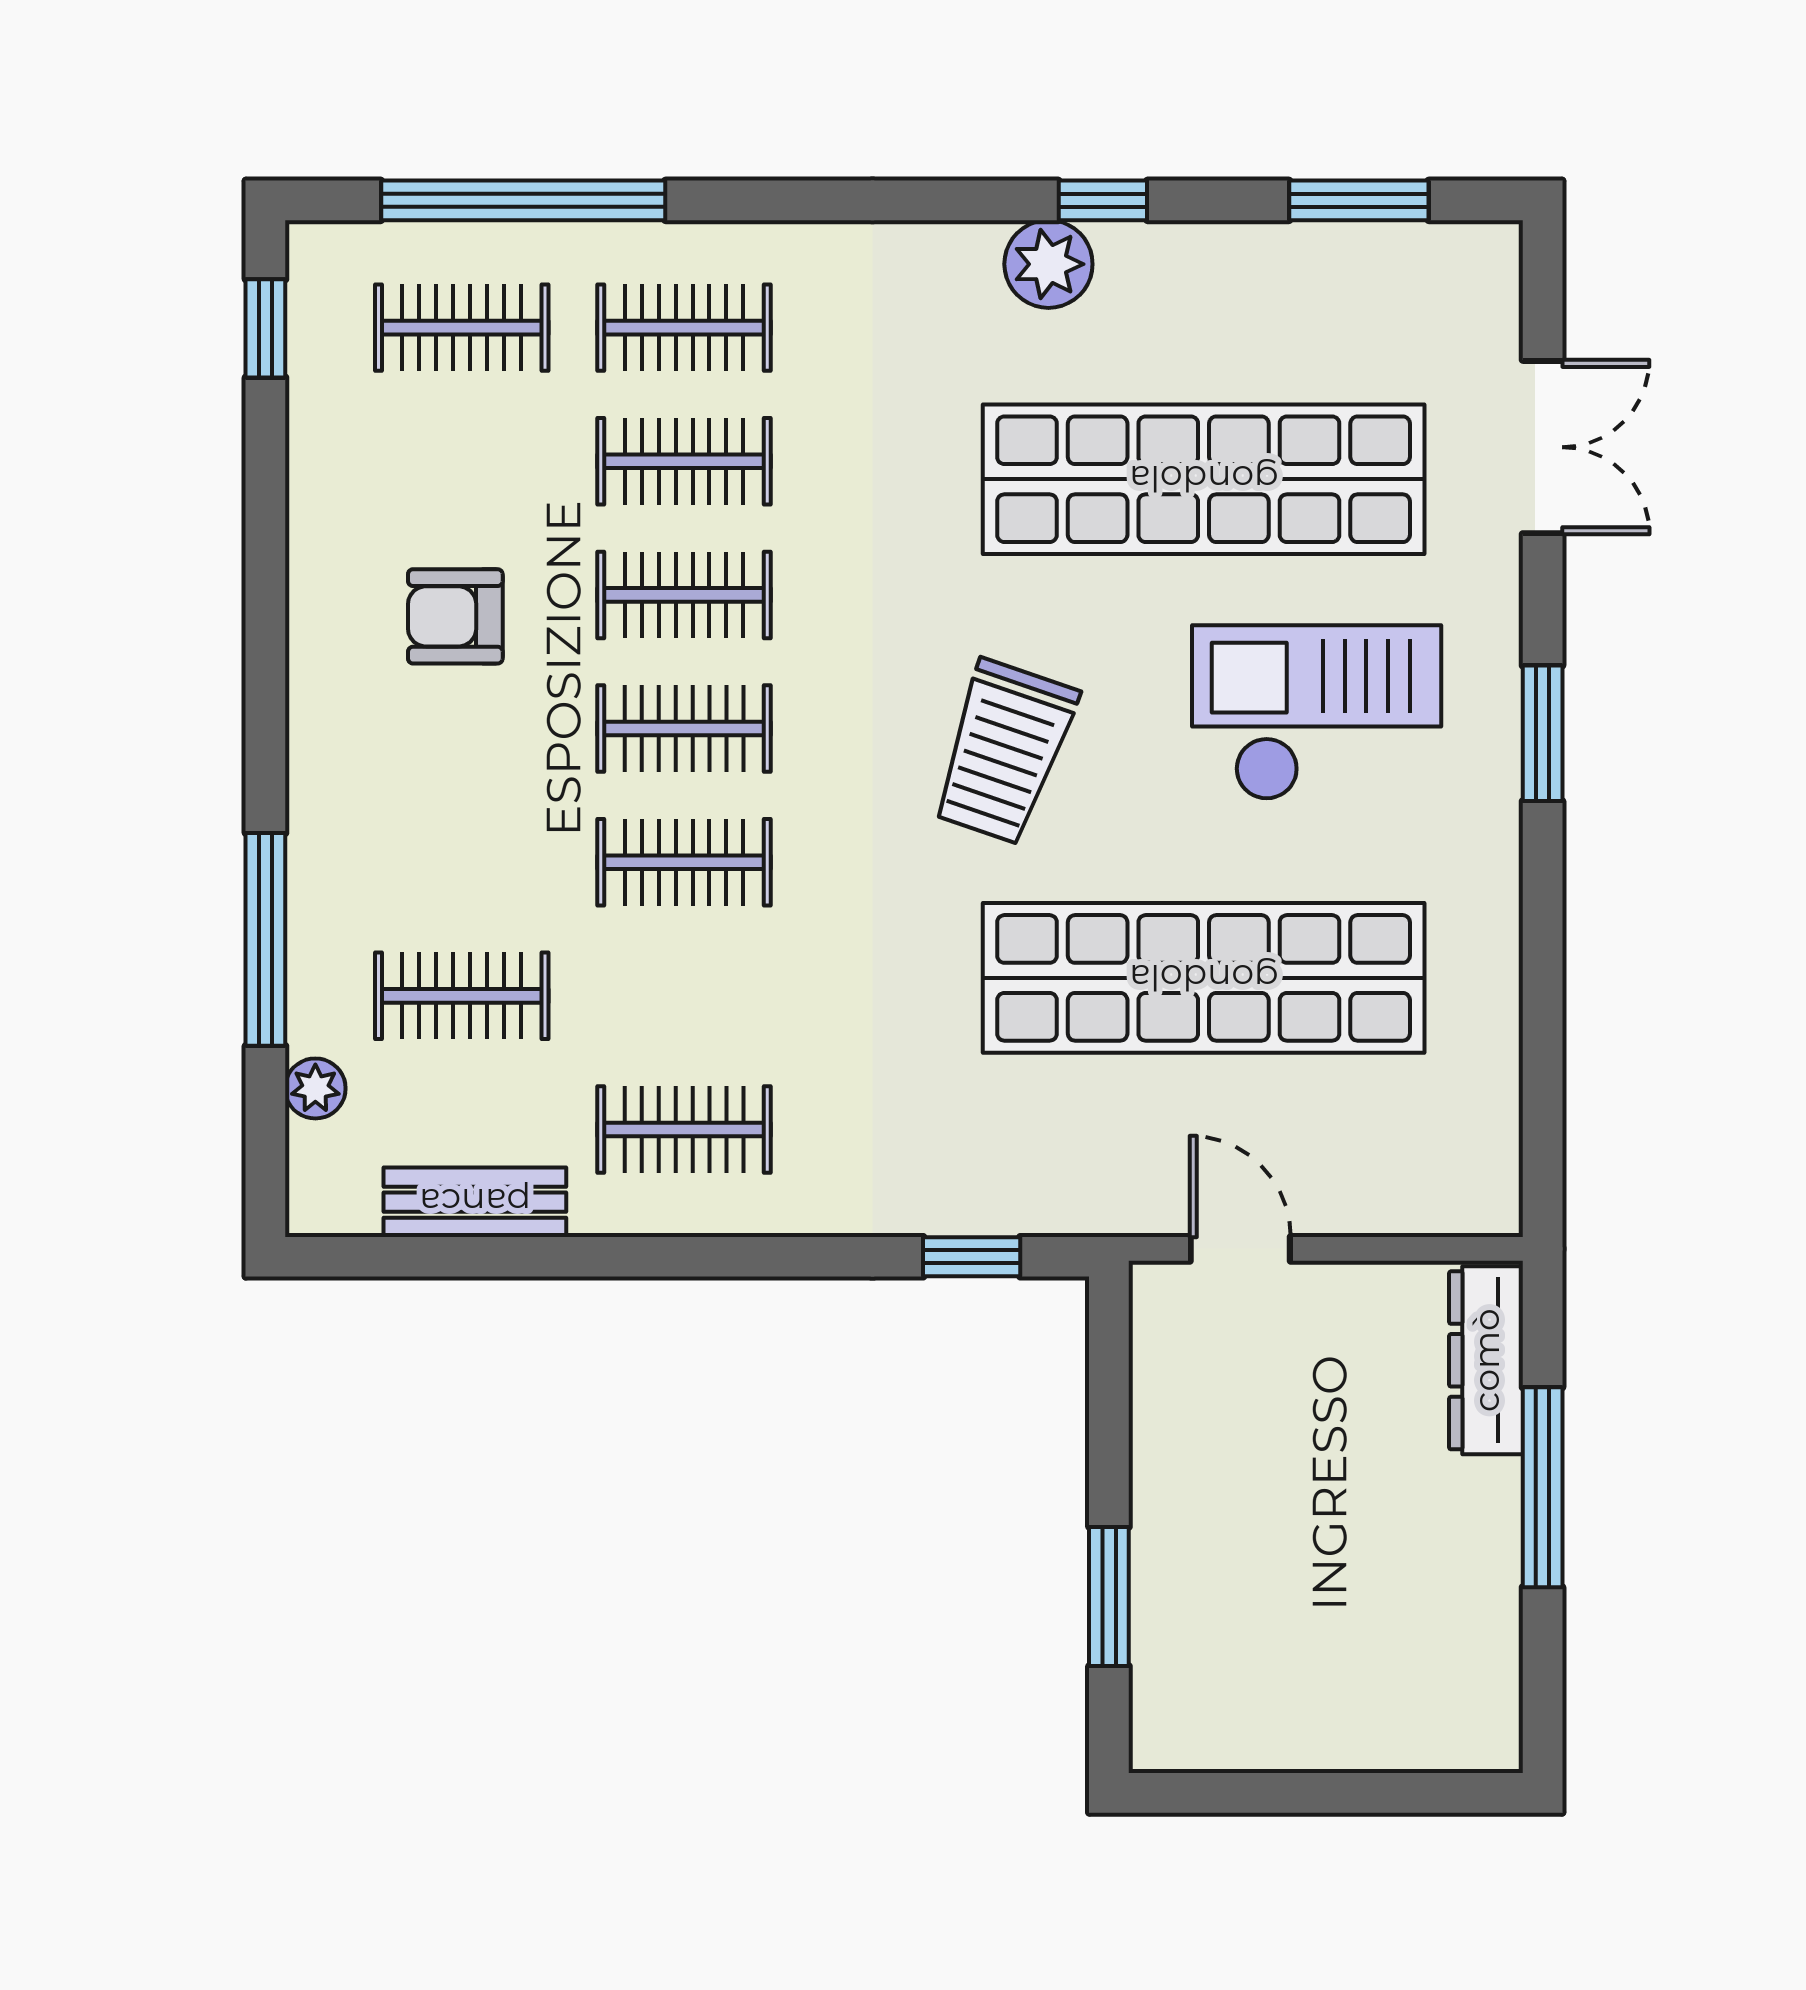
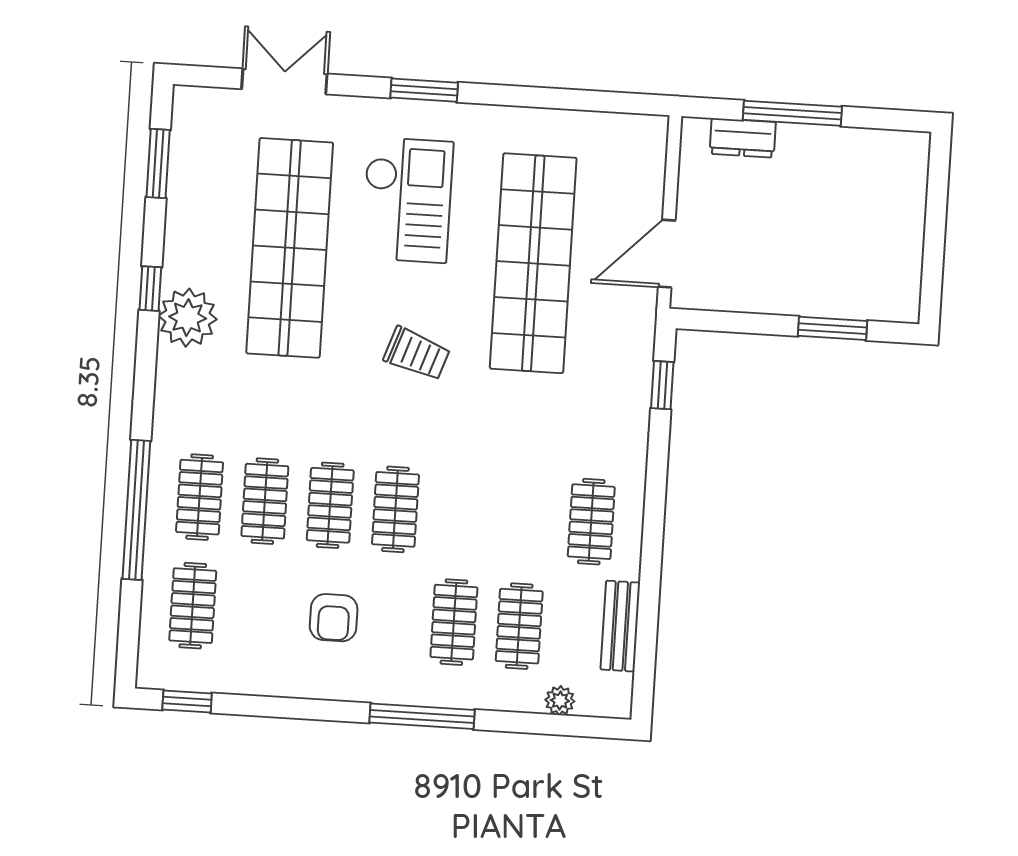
window: (523, 200) -> (136, 510), moved
plant: (1048, 264) -> (188, 318), width x1.36, depth x1.36
checkout: (1317, 713) -> (407, 200), turned 180
trolley: (1004, 752) -> (417, 354), width x0.73, depth x0.72
clothes rail: (684, 862) -> (454, 622), moved
window: (265, 939) -> (422, 716), moved
door: (1240, 1249) -> (667, 254), width x1.38
dresser: (1486, 1360) -> (743, 138), width x0.70

